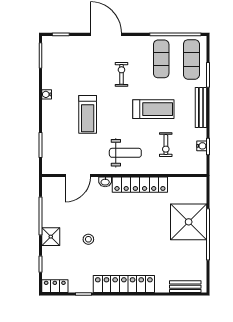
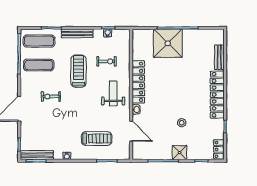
bench: (48, 57) -> (37, 155), added
treadmill: (88, 114) -> (97, 139), moved
bench: (185, 287) -> (219, 57), moved

